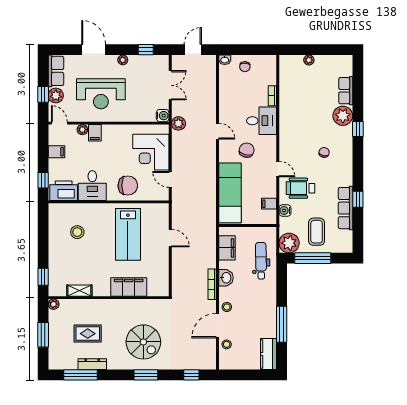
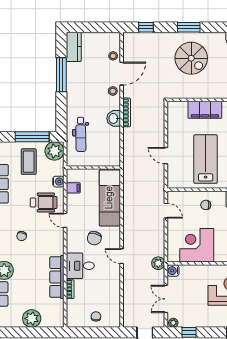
plant: (123, 60) -> (173, 323), moved
washbasin: (225, 60) -> (115, 323), removed
plant: (309, 60) -> (32, 318), width x1.87, depth x1.87
row of seats: (287, 109) -> (57, 277), added
corner desk: (151, 152) -> (197, 245), moved, turned -90
chair: (128, 186) -> (206, 205), width x0.54, depth x0.54
filing cabinet: (227, 248) -> (113, 146), removed
spiral stairs: (143, 342) -> (191, 58), turned 180

